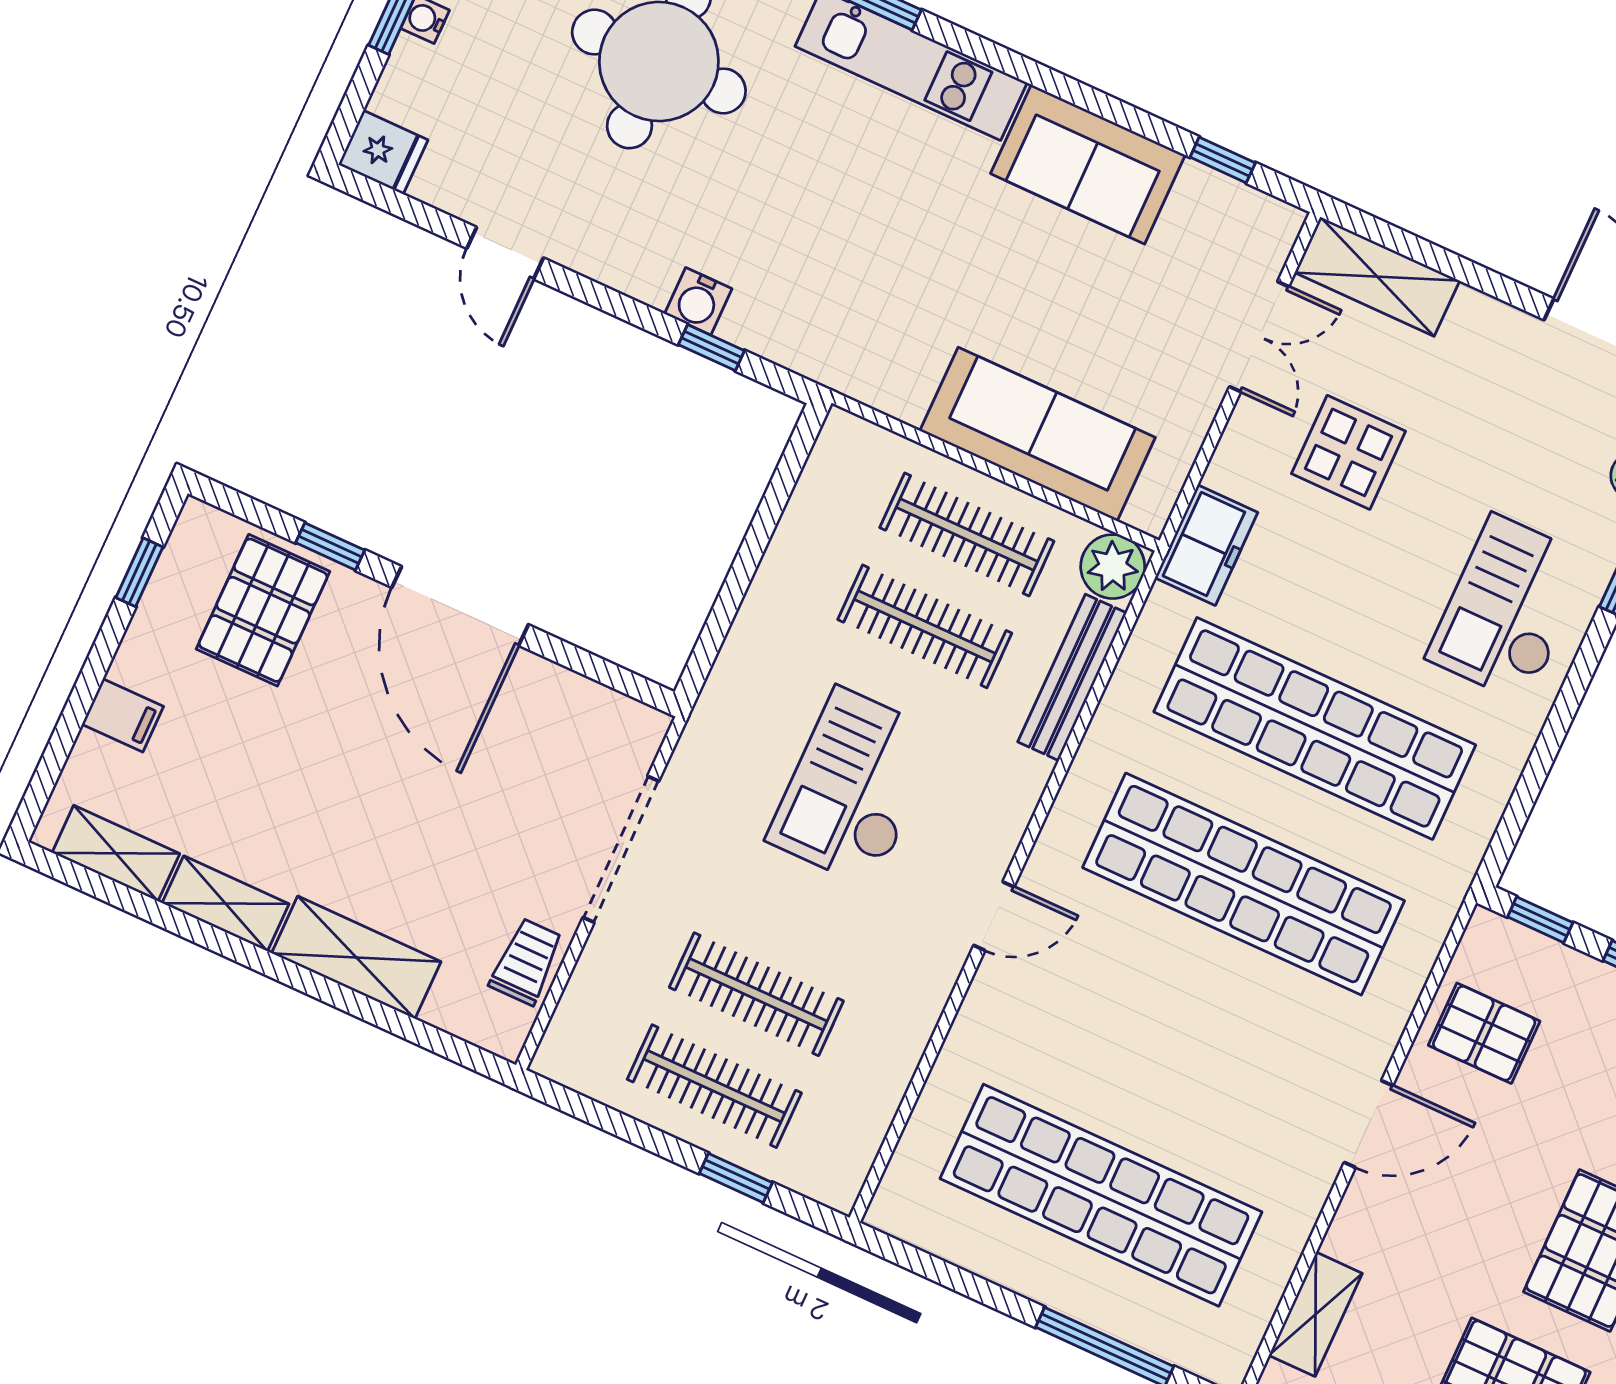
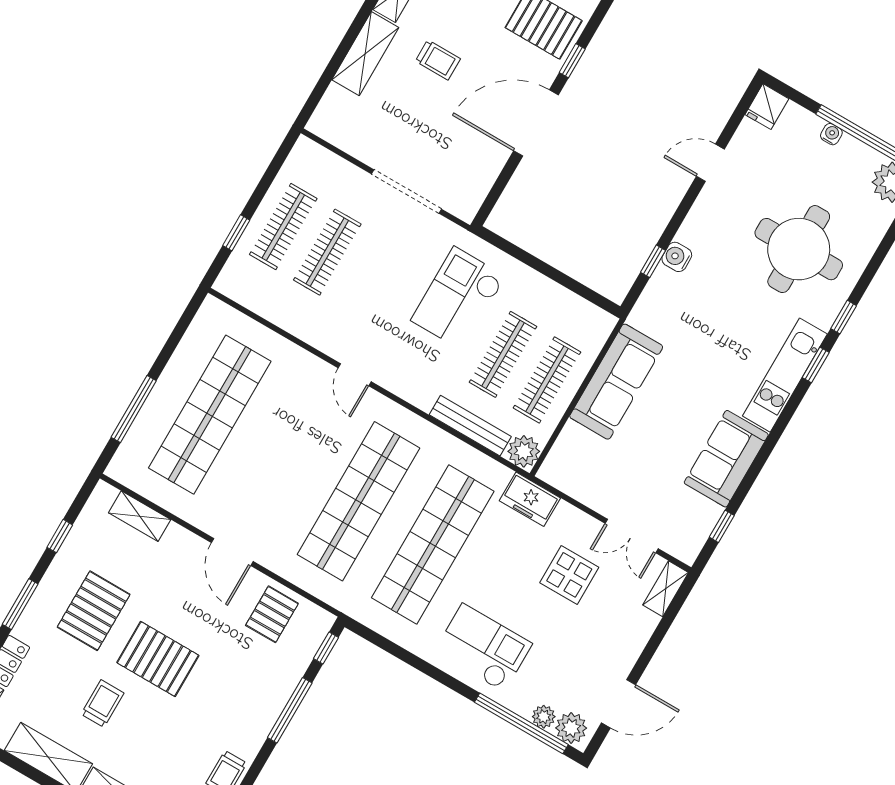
shelving: (1377, 277) -> (666, 589), width x0.67, depth x0.75
sofa: (1038, 434) -> (616, 382), moved
checkout: (855, 787) -> (458, 298), moved, turned -90
trolley: (526, 962) -> (438, 60), moved

